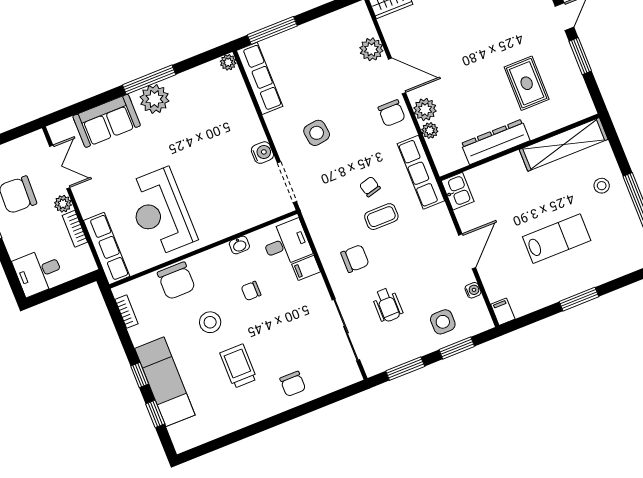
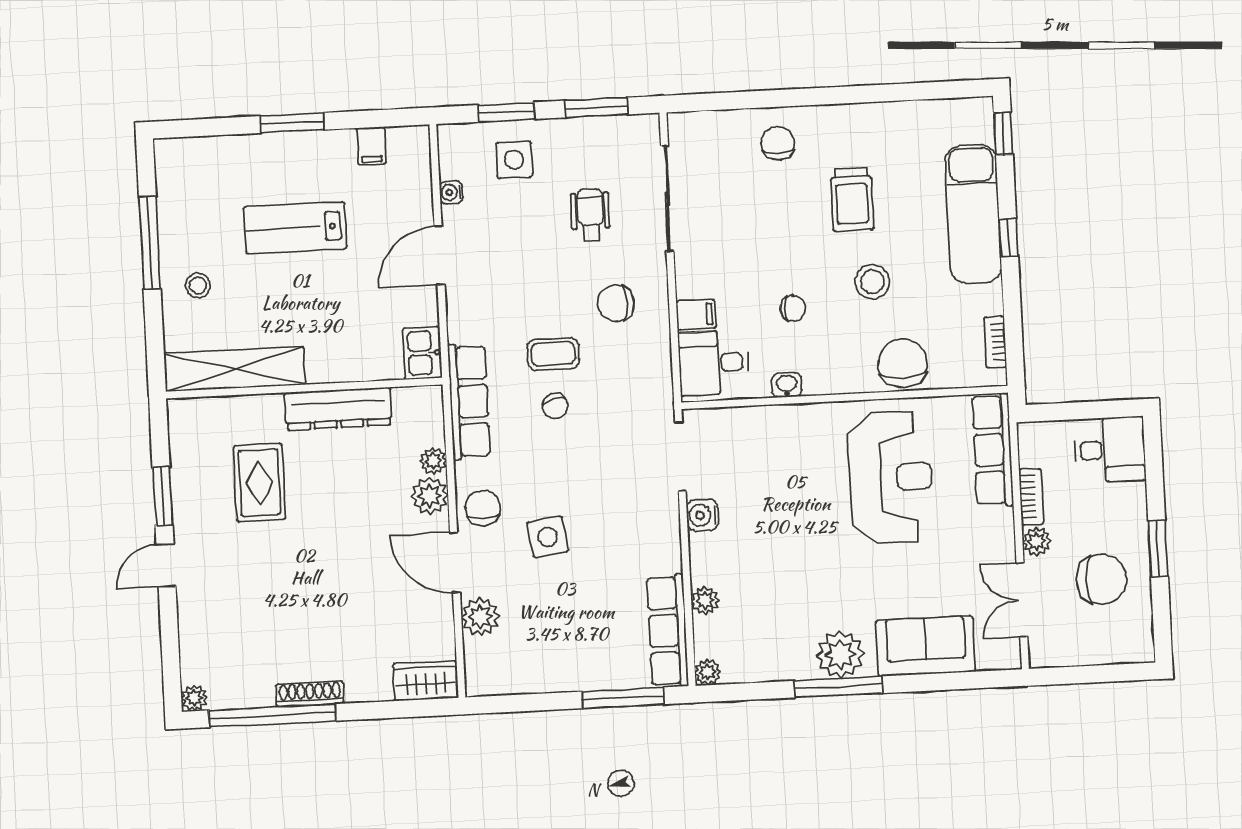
plant: (244, 103) -> (705, 601), added
side table: (317, 133) -> (548, 537), moved
filing cabinet: (503, 312) -> (371, 146), moved
window: (155, 414) -> (1003, 134), moved

